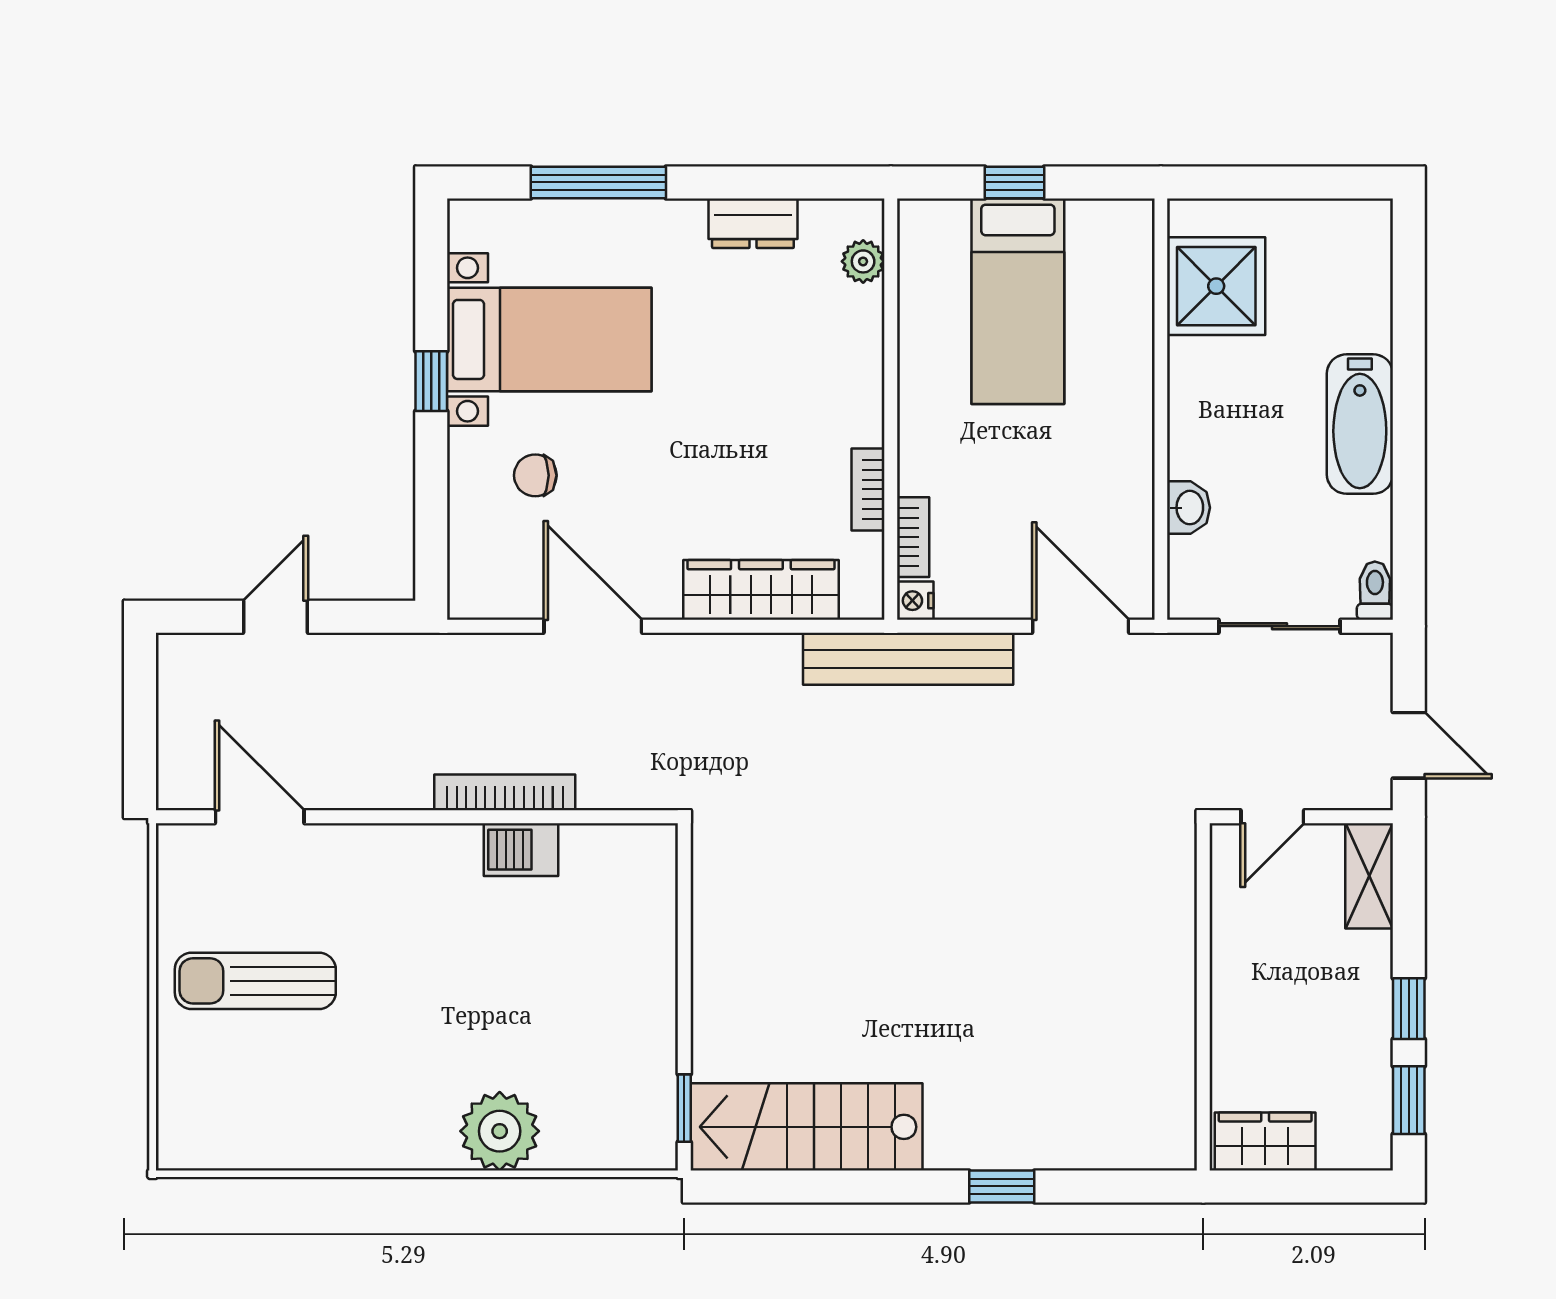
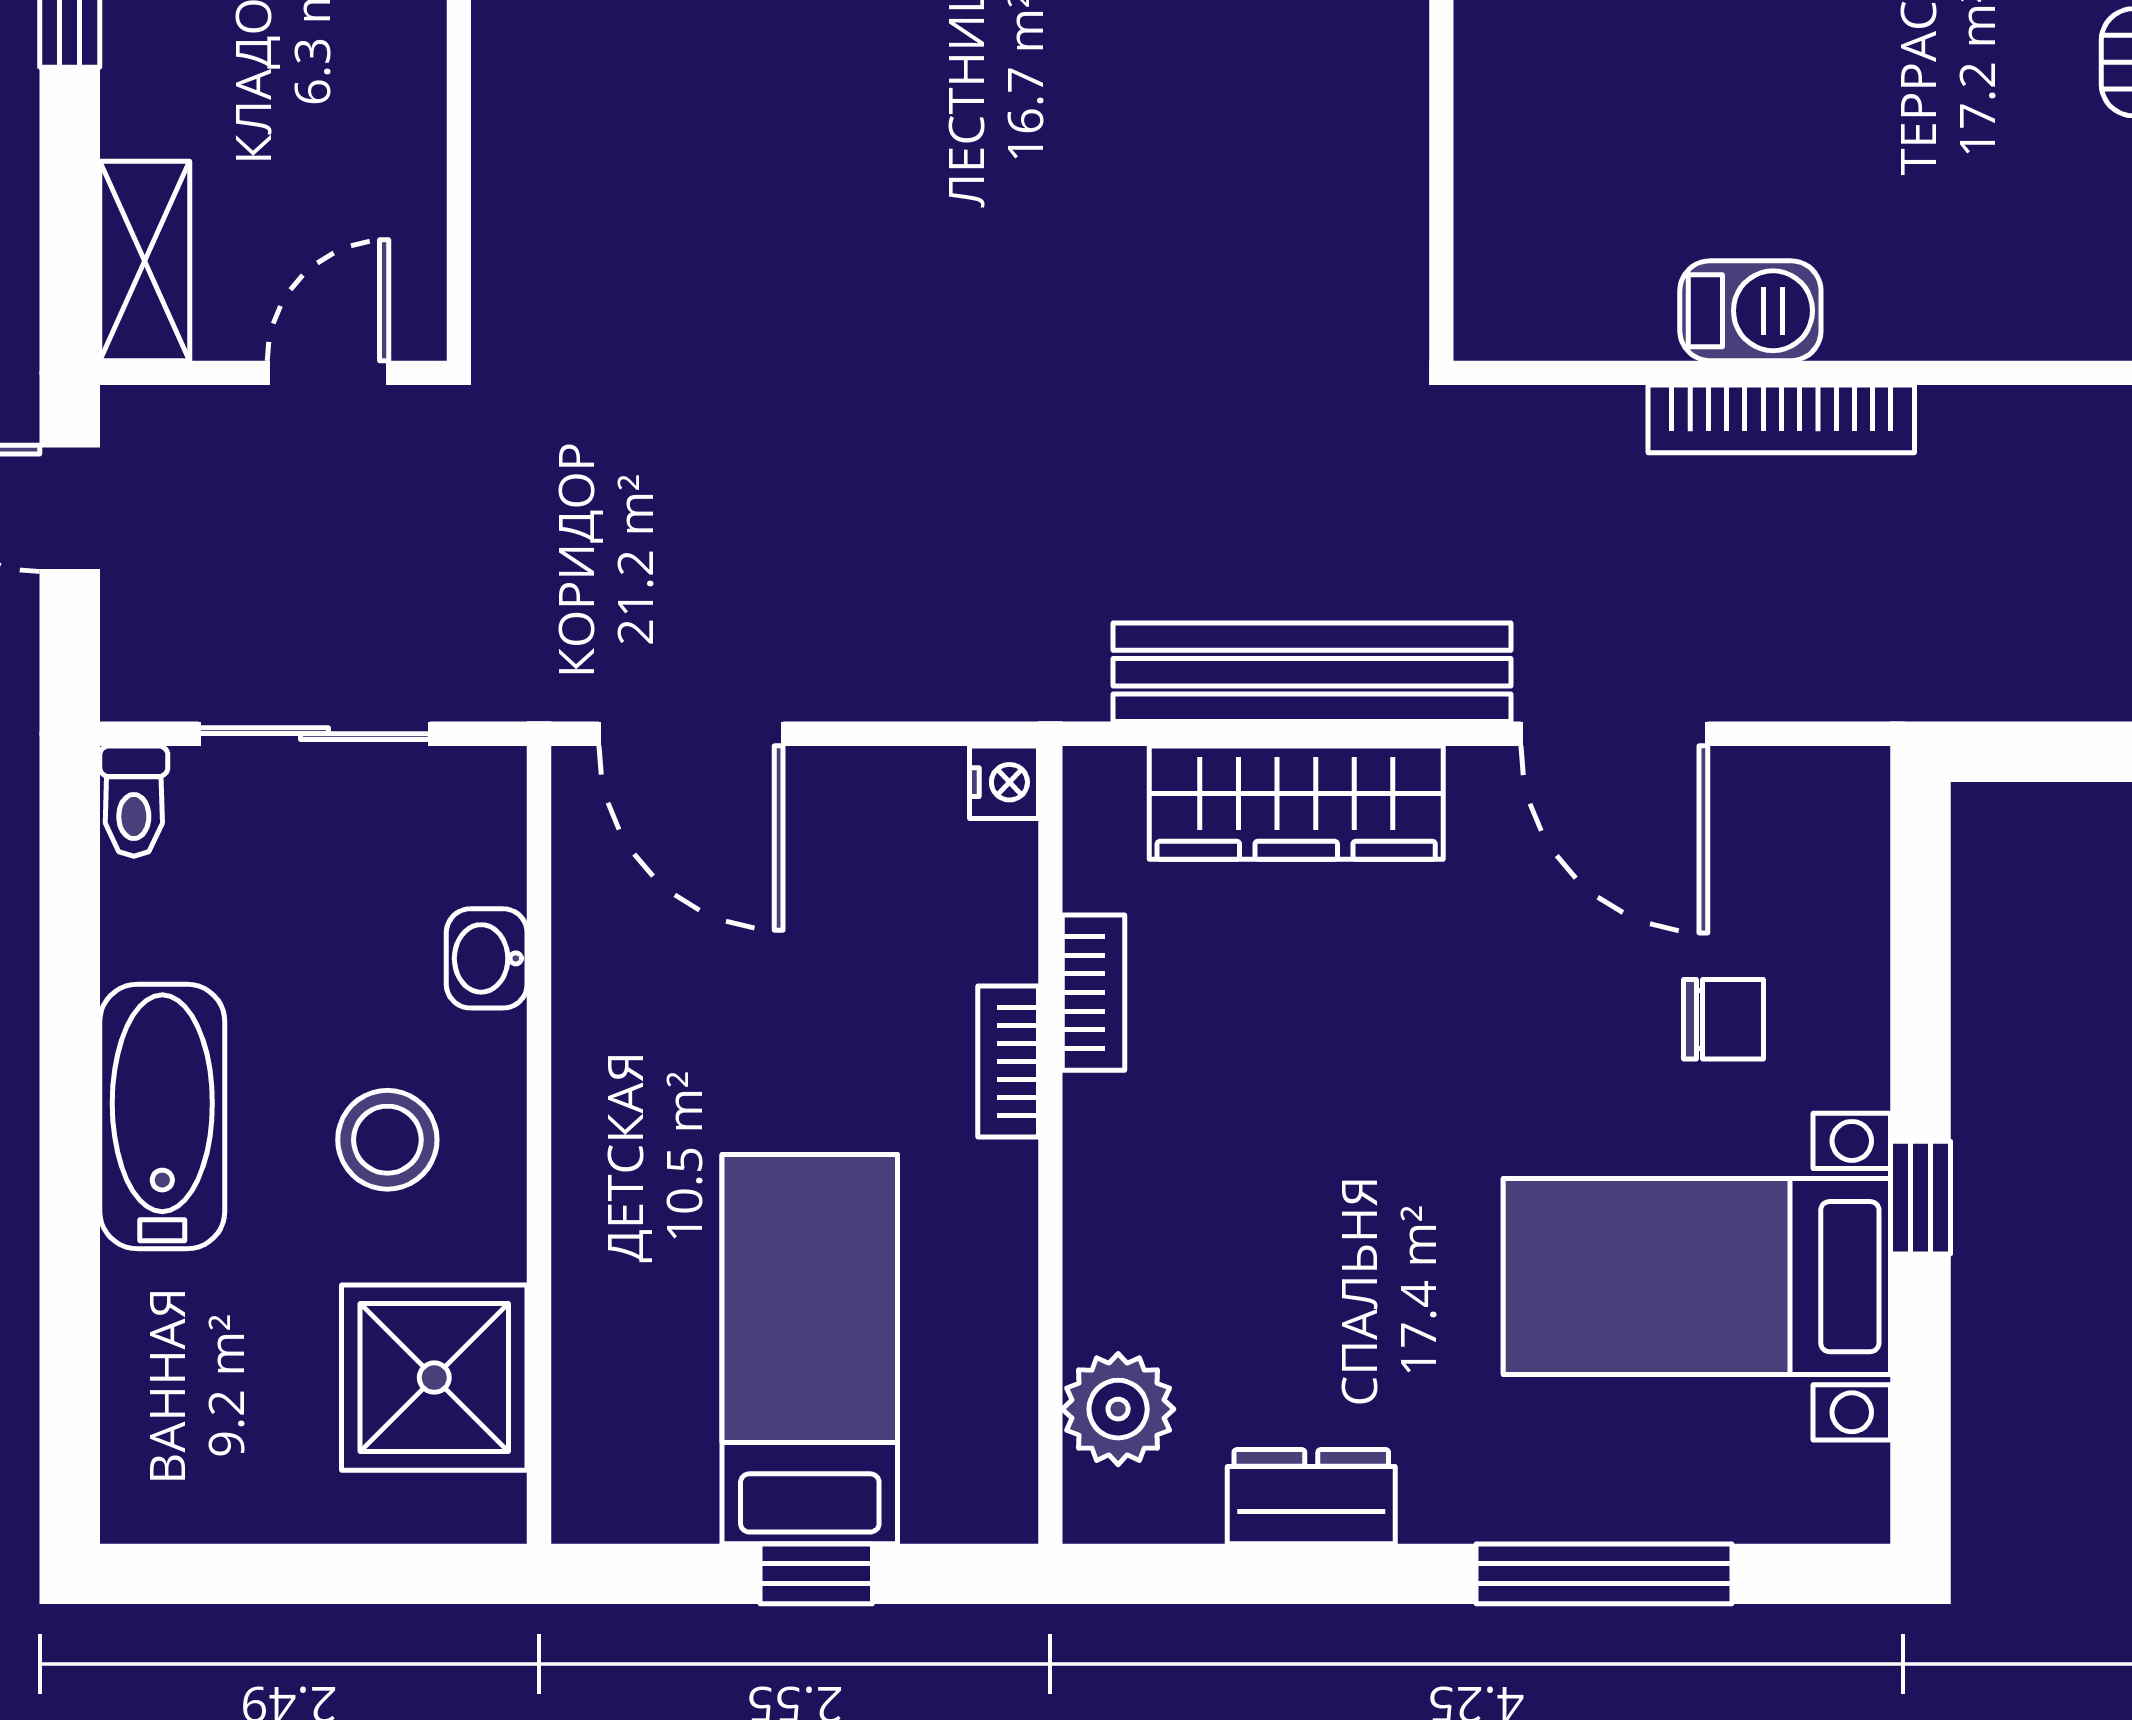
plant: (863, 261) -> (1118, 1409), width x1.38, depth x1.38
stool: (1241, 412) -> (387, 1140), added
bookcase: (913, 537) -> (1008, 1062), moved
bench: (908, 659) -> (1312, 672), moved

